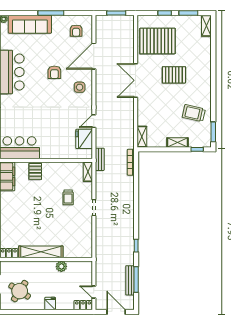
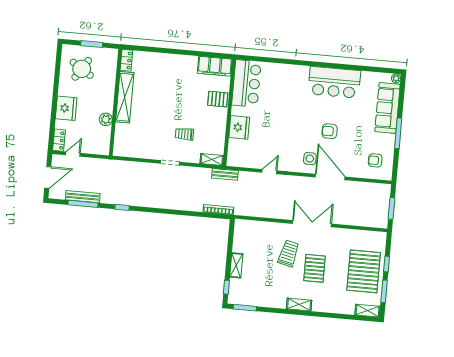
pallet: (158, 41) -> (364, 271), moved
door: (94, 56) -> (330, 177), moved
trolley: (194, 113) -> (288, 253), moved
door: (94, 121) -> (269, 172), hinge flipped
shelving: (142, 137) -> (299, 305), moved
fridge: (84, 139) -> (239, 127), moved, turned 90
fridge: (50, 304) -> (66, 108), width x1.88, depth x1.34

